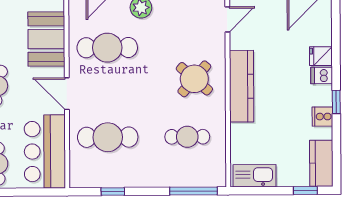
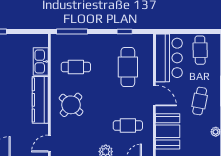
cafe table: (107, 48) -> (128, 126), width x0.73, depth x0.74
cafe table: (108, 137) -> (128, 67), turned 90
kitchen sink: (254, 176) -> (41, 62), moved, turned 90

